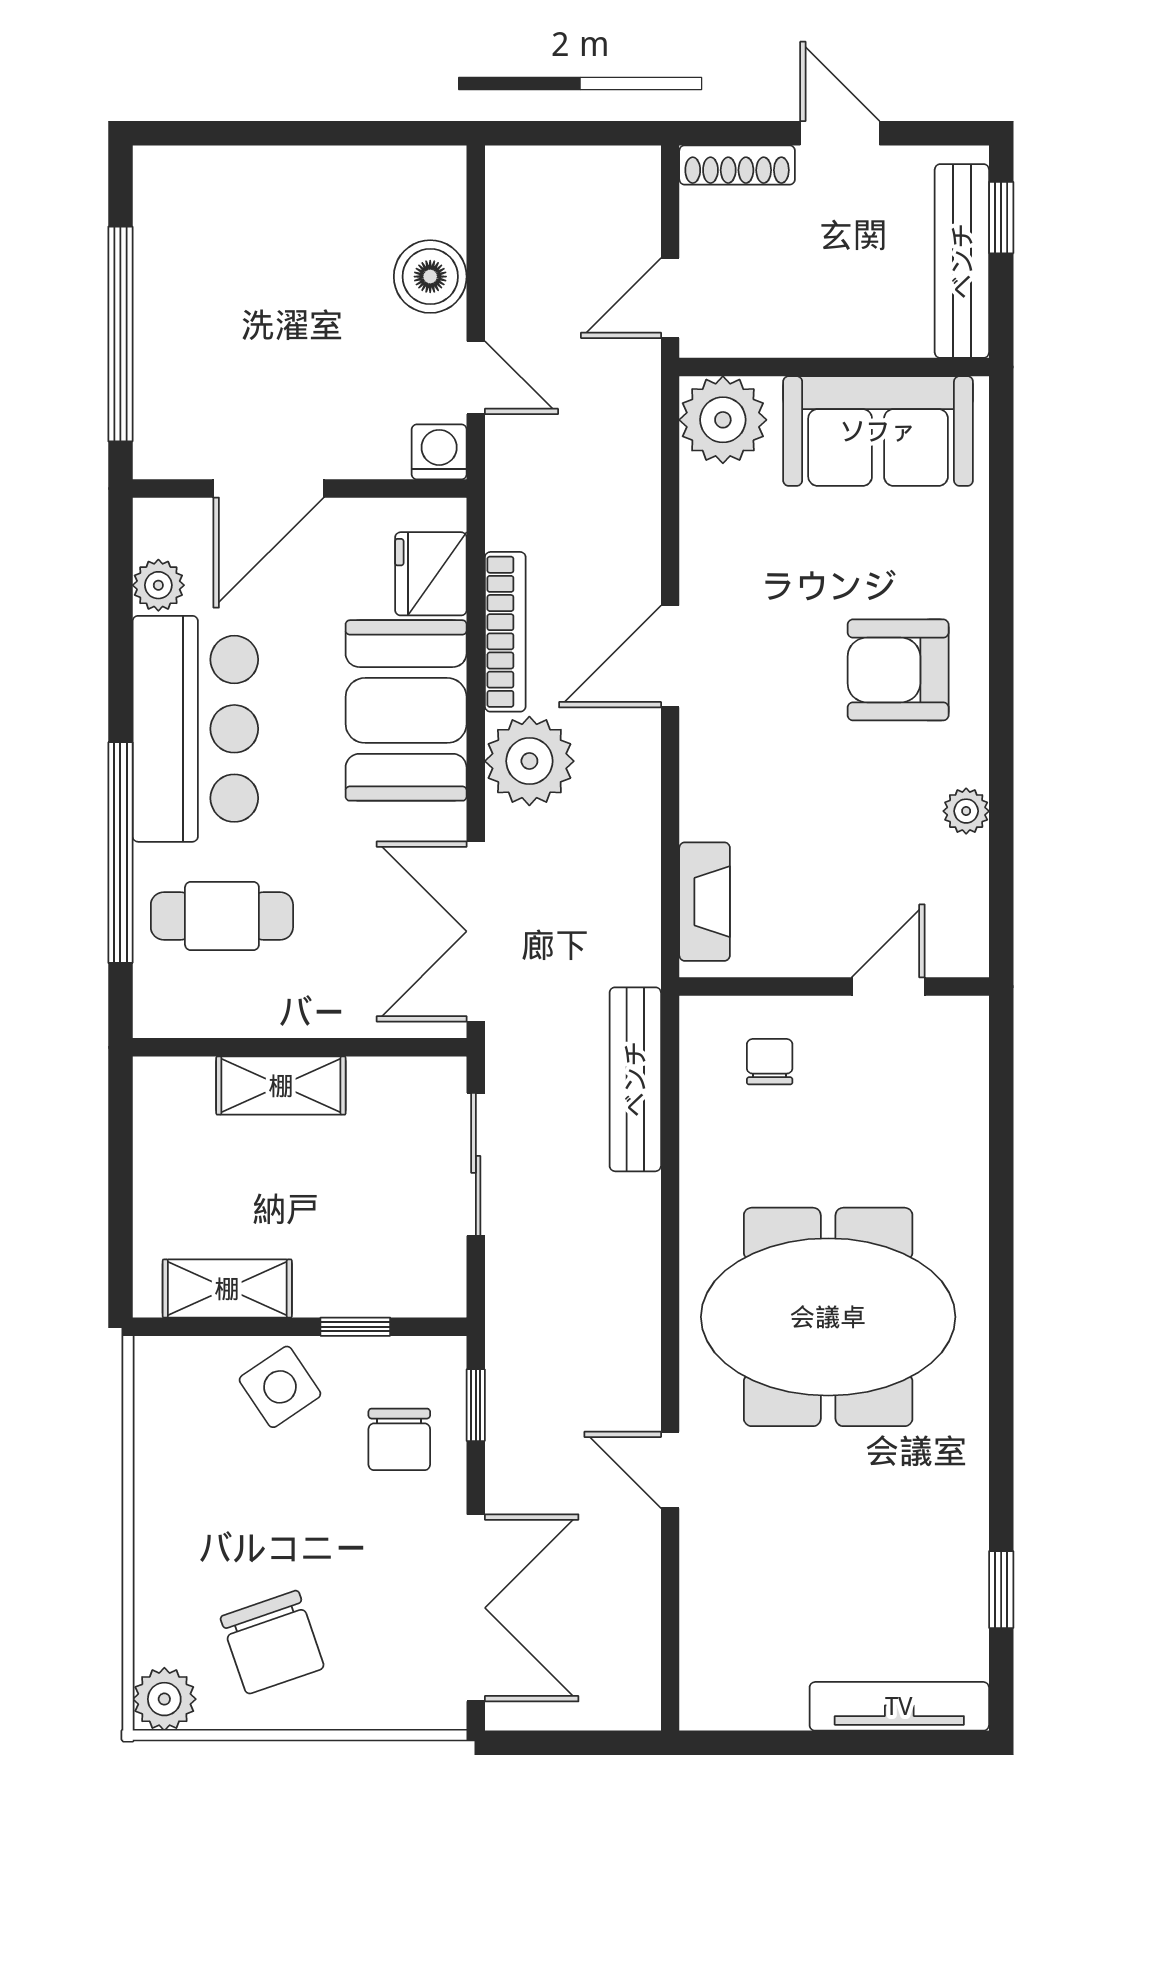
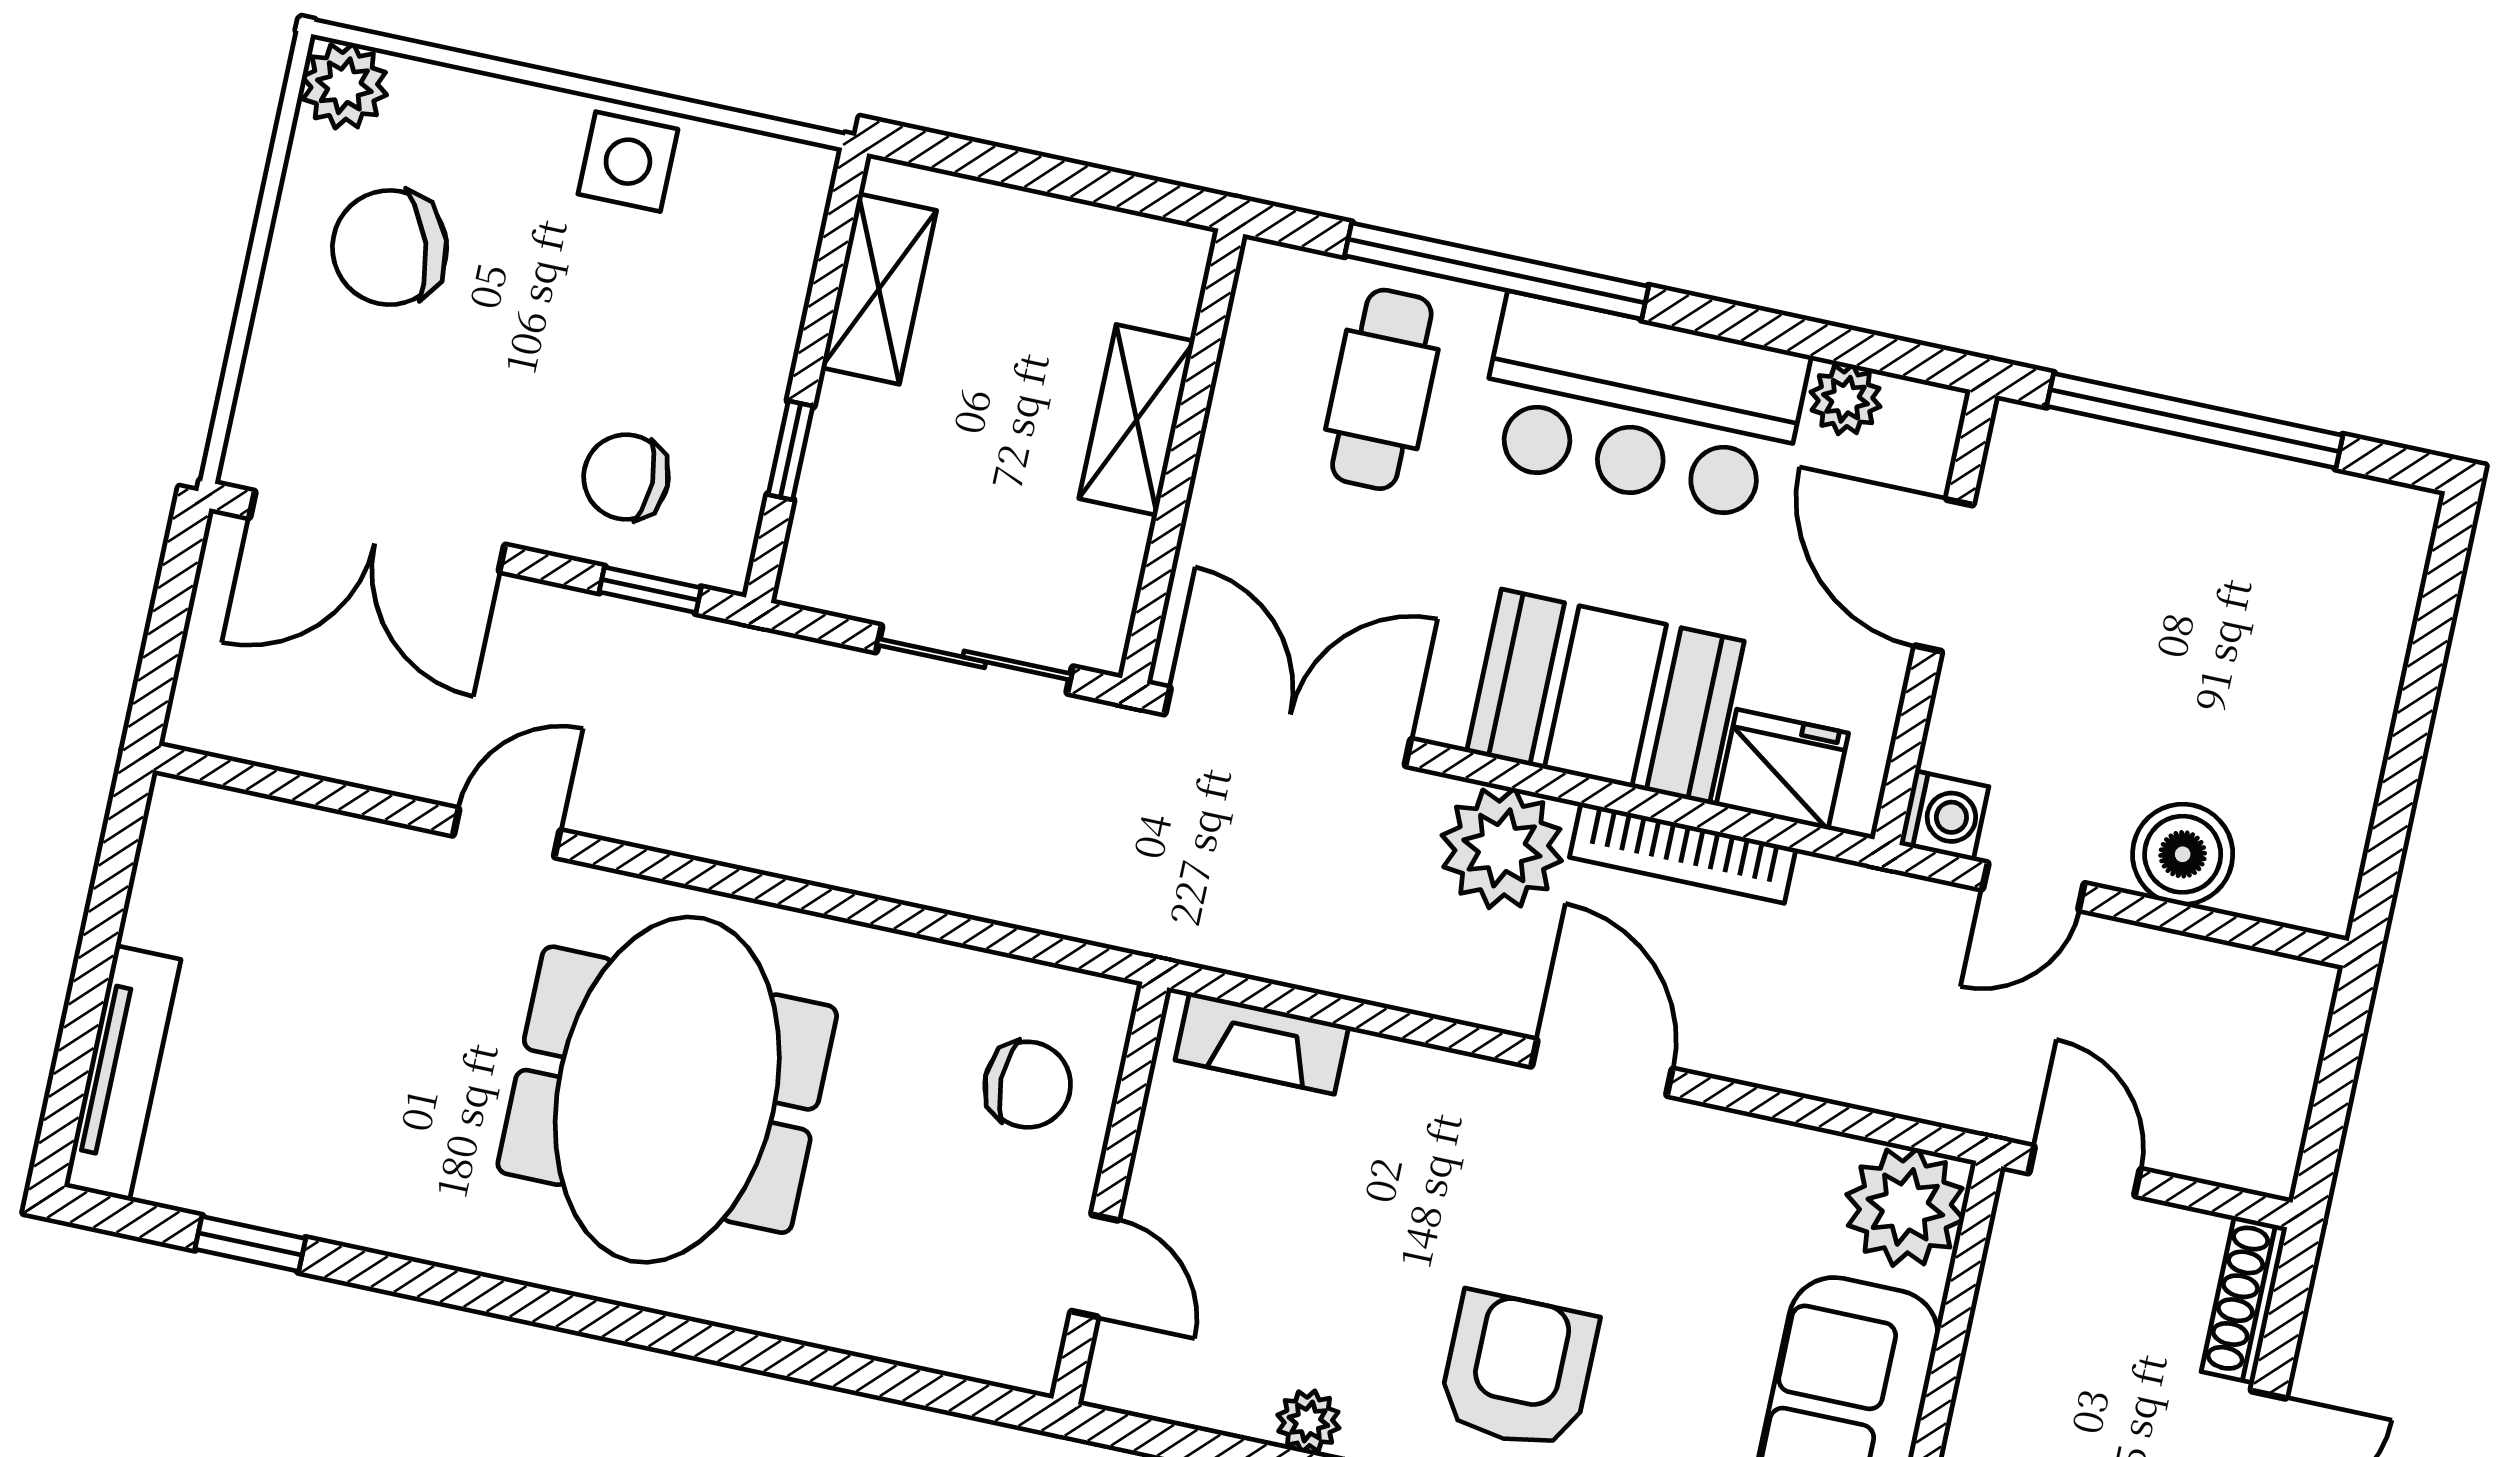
chair: (770, 1062) -> (1028, 1085), width x1.37, depth x1.37
bench: (635, 1079) -> (1043, 899), removed
side table: (280, 1387) -> (628, 162), moved, turned 34

